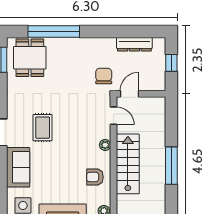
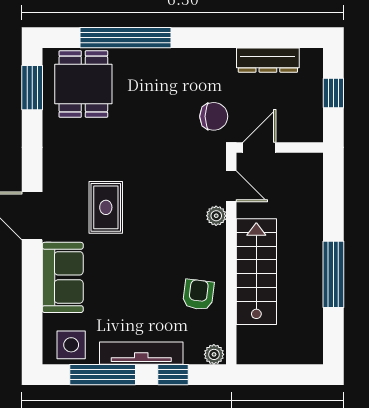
chair: (104, 76) -> (214, 116), turned 90
plant: (105, 145) -> (216, 216), moved
armchair: (95, 177) -> (198, 295), turned 97

